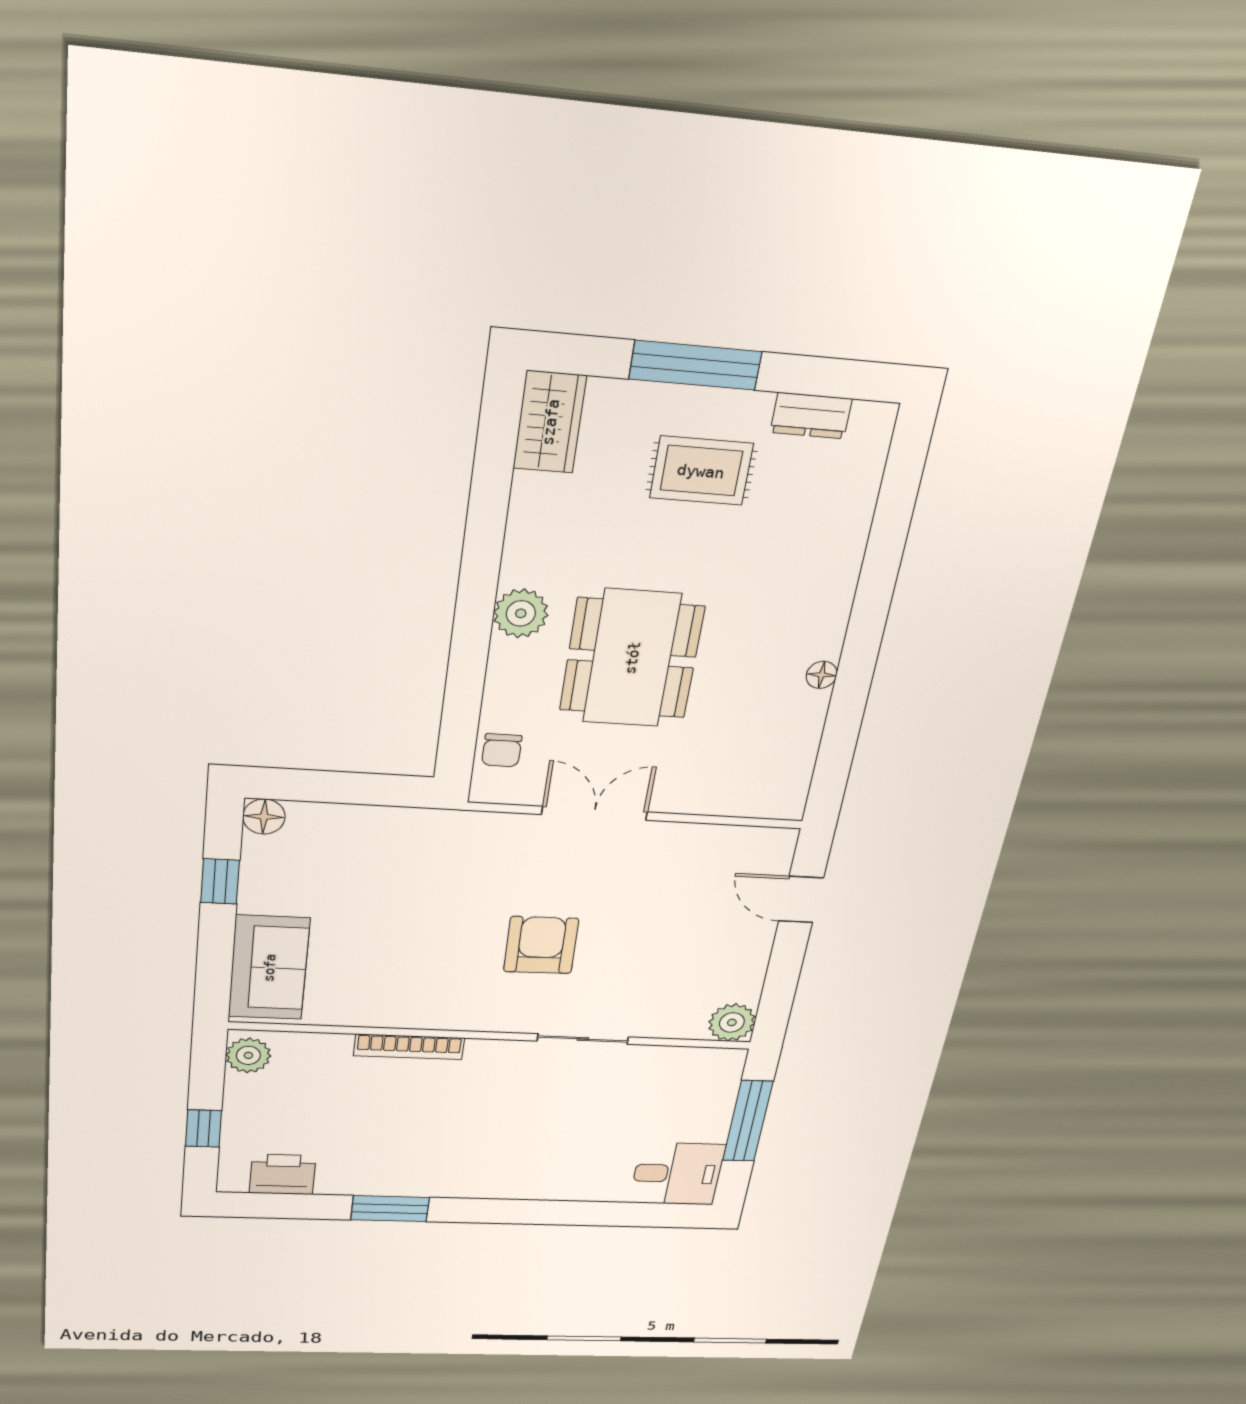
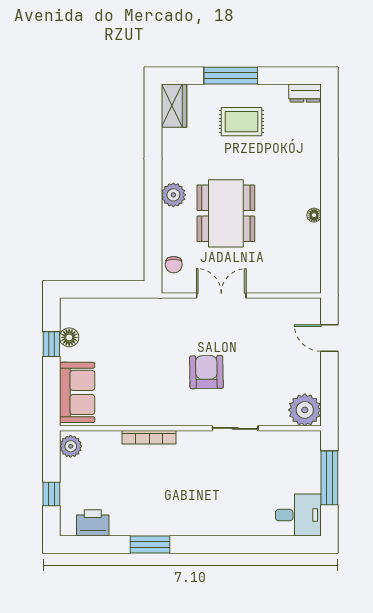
dresser: (811, 416) -> (305, 93), moved
floor lamp: (264, 817) -> (69, 337), moved
plant: (732, 1022) -> (305, 410), width x1.36, depth x1.36

